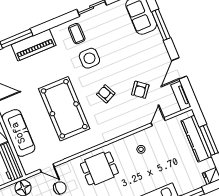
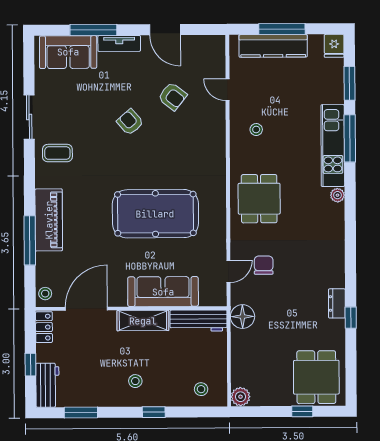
side table: (89, 58) -> (99, 149), removed
armchair: (106, 94) -> (130, 122), moved, turned 75
tv unit: (181, 96) -> (119, 43), moved

